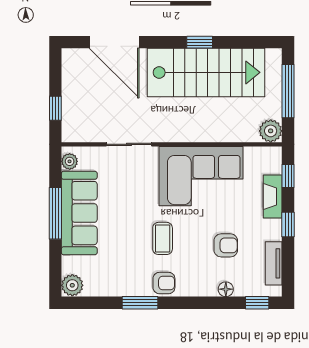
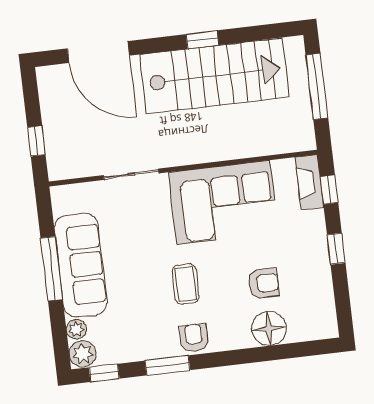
plant: (271, 131) -> (301, 137), removed
plant: (70, 161) -> (76, 329), moved
fireplace: (273, 196) -> (309, 182), moved
tv unit: (274, 263) -> (324, 298), removed
armchair: (164, 283) -> (194, 338), turned -90
floor lamp: (226, 289) -> (269, 328), width x1.89, depth x1.89
window: (257, 303) -> (104, 373), moved

